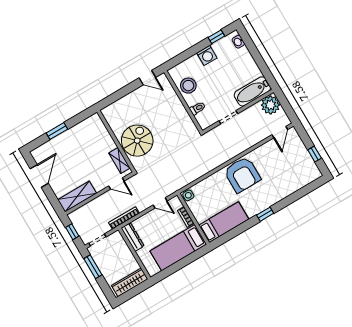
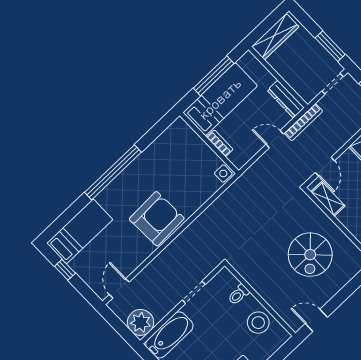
spiral stairs: (137, 141) -> (310, 255), moved
armchair: (242, 175) -> (157, 219), turned 88
door: (116, 183) -> (325, 167), swing flipped
door: (160, 203) -> (275, 139), moved
window: (265, 214) -> (113, 172), width x3.17
bed: (224, 222) -> (80, 231), moved, turned 180
window: (179, 265) -> (214, 76), added

